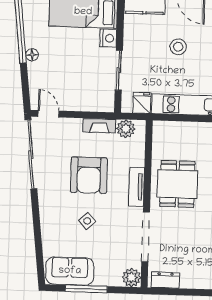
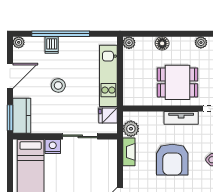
armchair: (89, 175) -> (172, 160), turned 90

